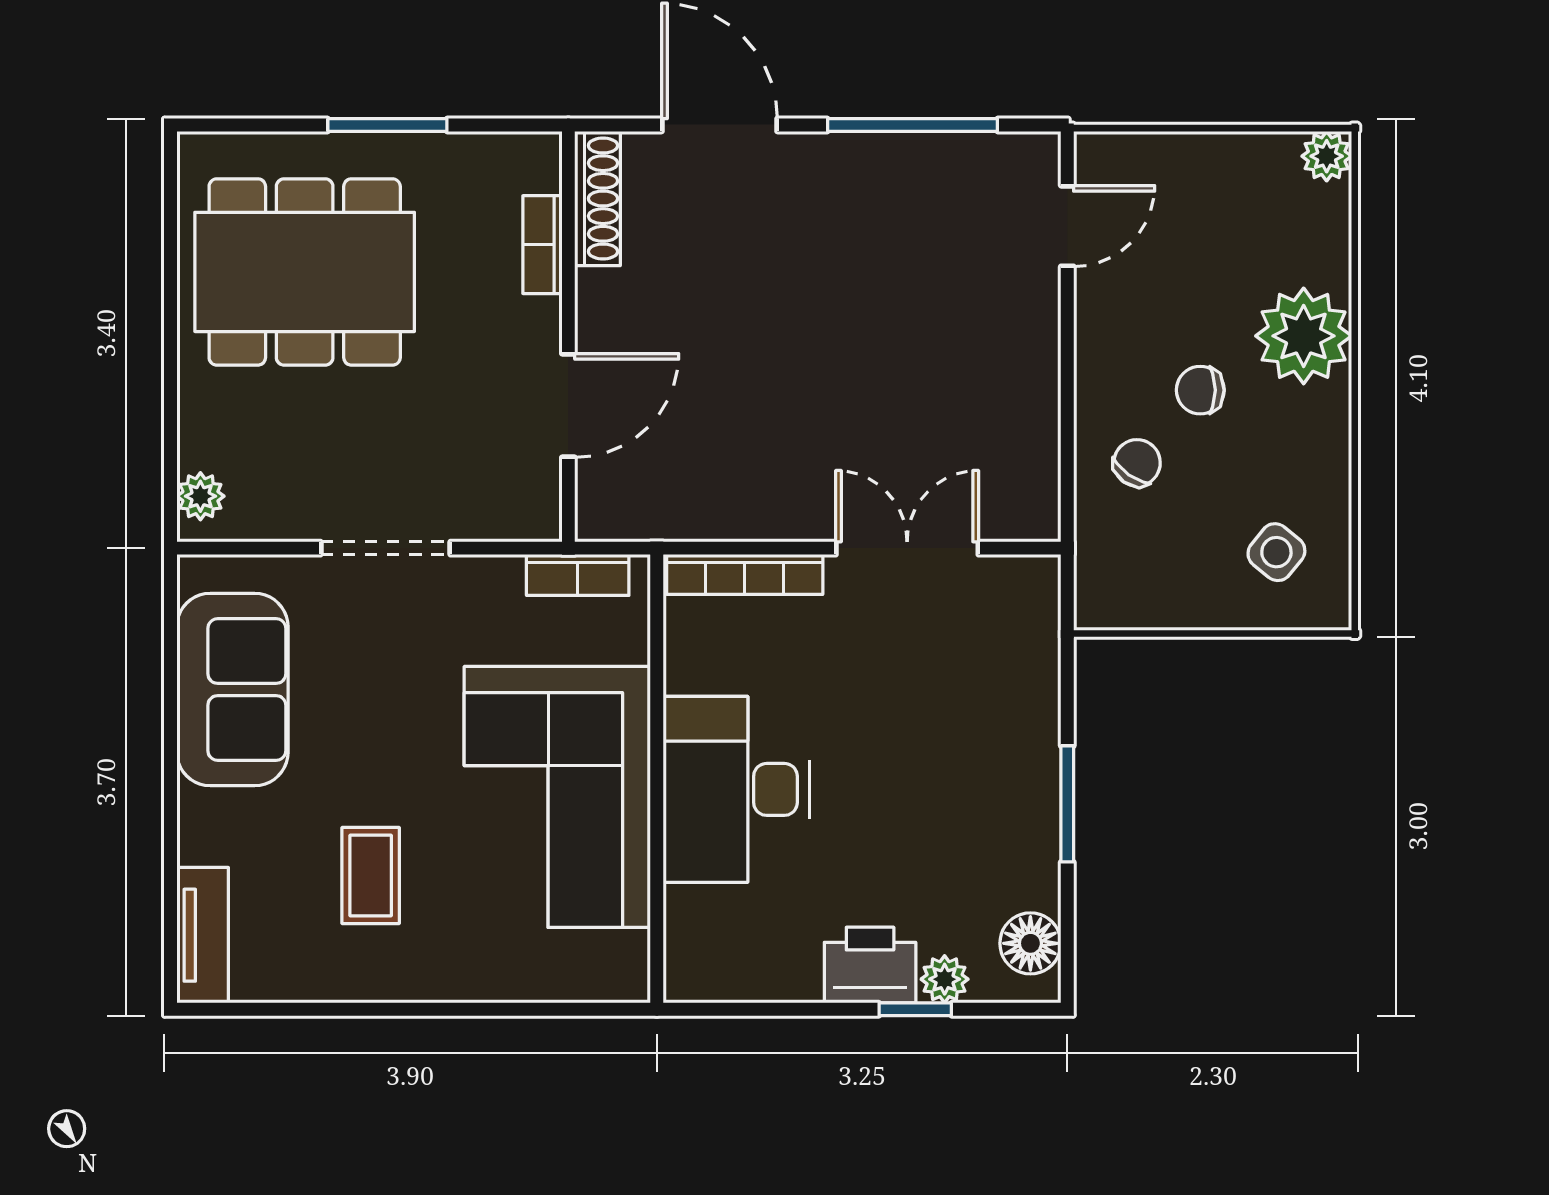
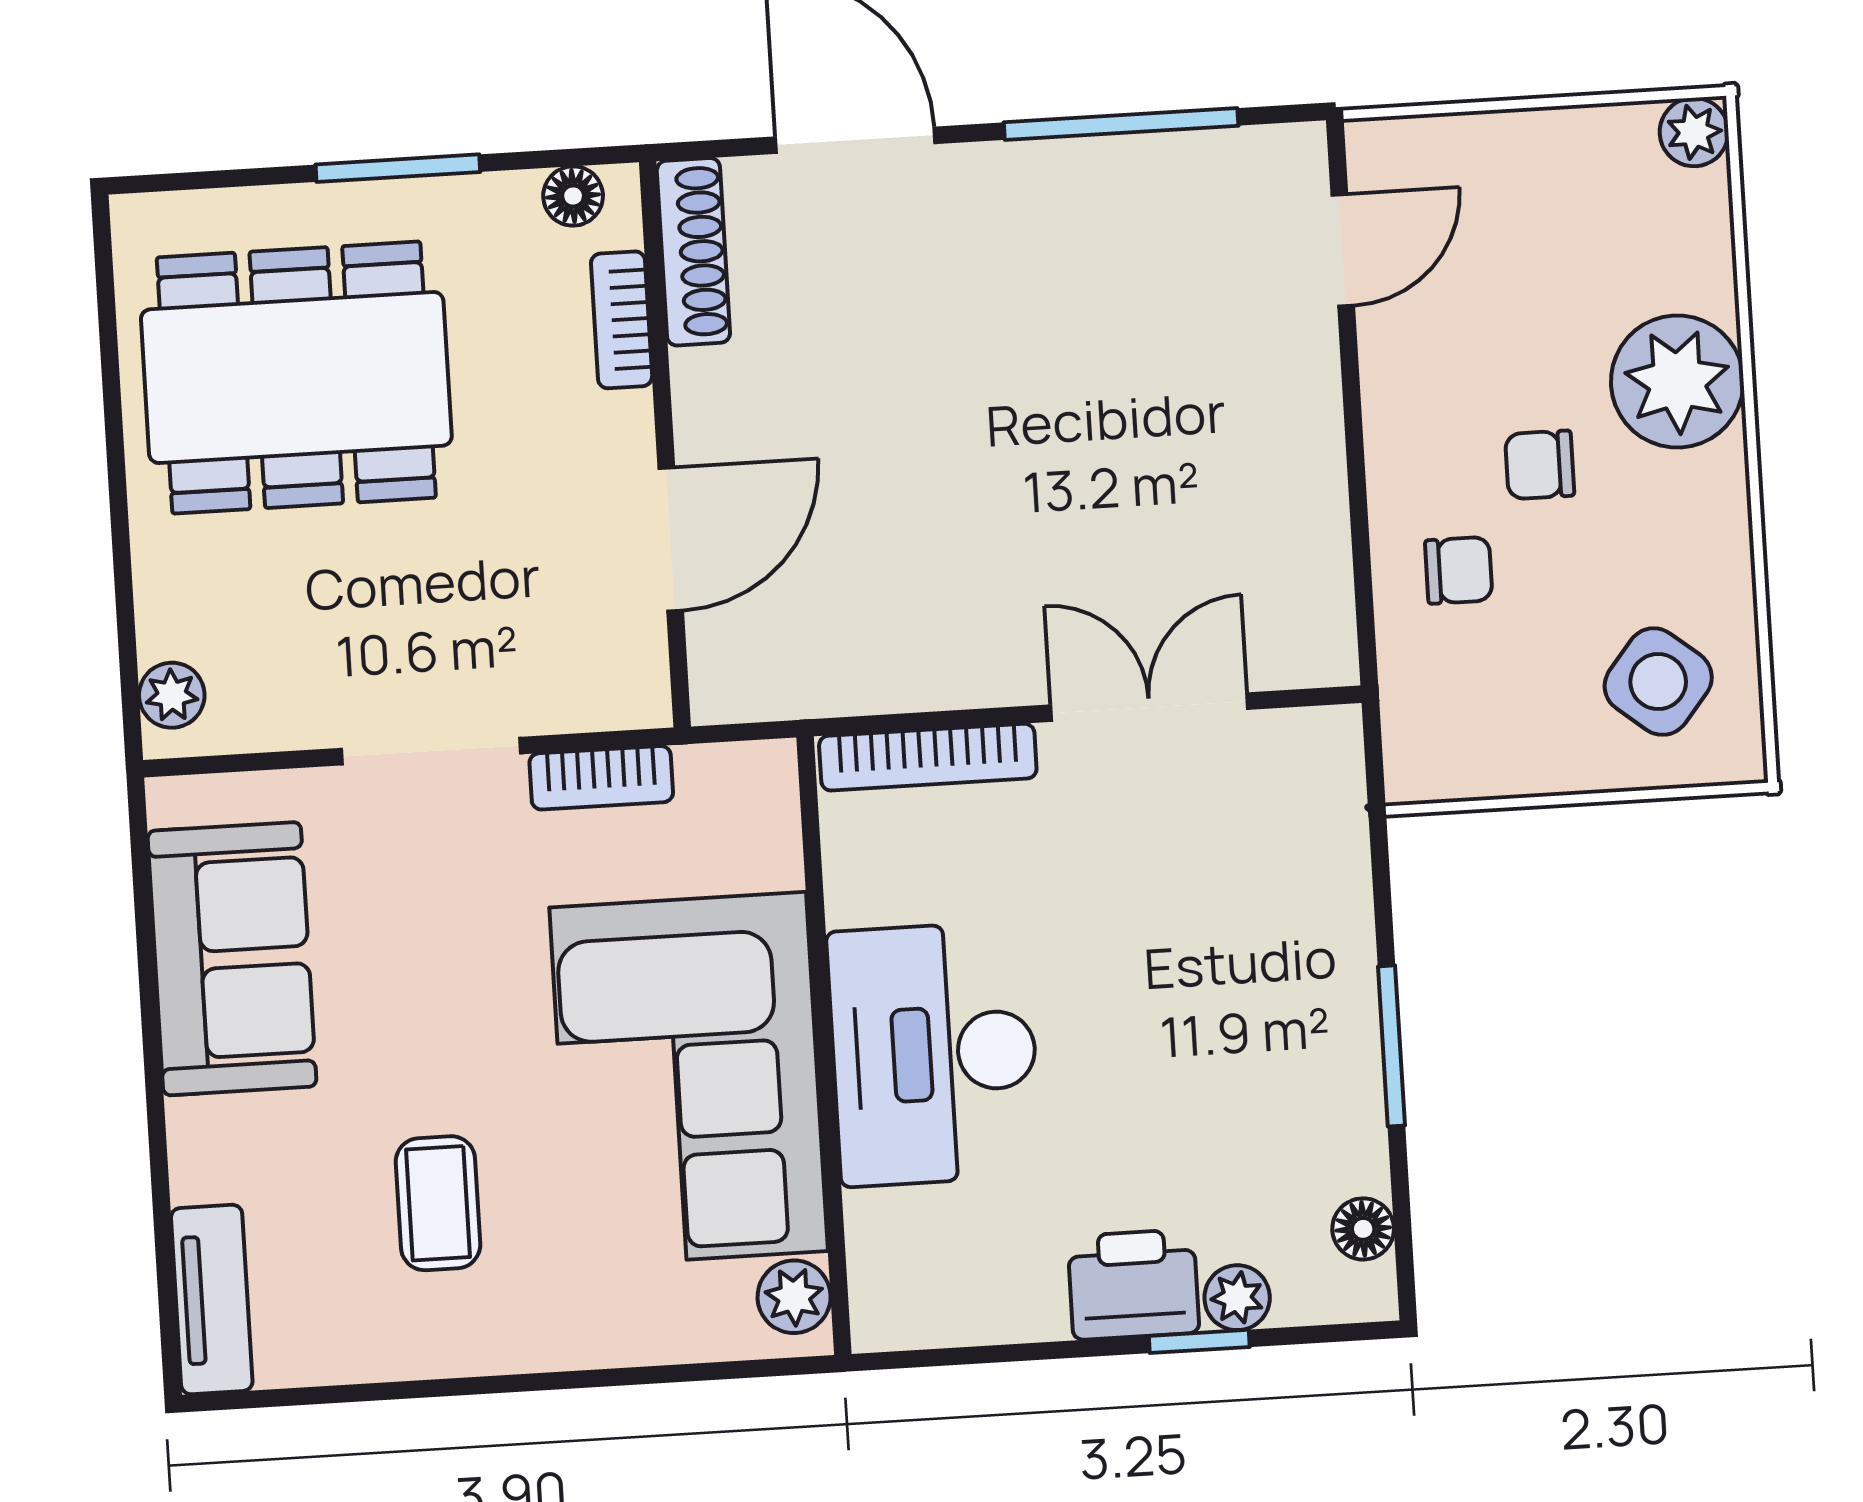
floor lamp: (513, 153) -> (573, 196), added
chair: (1137, 463) -> (1459, 570), turned 55
side table: (1276, 552) -> (1658, 682), width x1.37, depth x1.37
bookcase: (578, 575) -> (601, 778), moved
floor lamp: (1030, 943) -> (1363, 1229), width x0.73, depth x0.73
plant: (624, 959) -> (794, 1297), added

